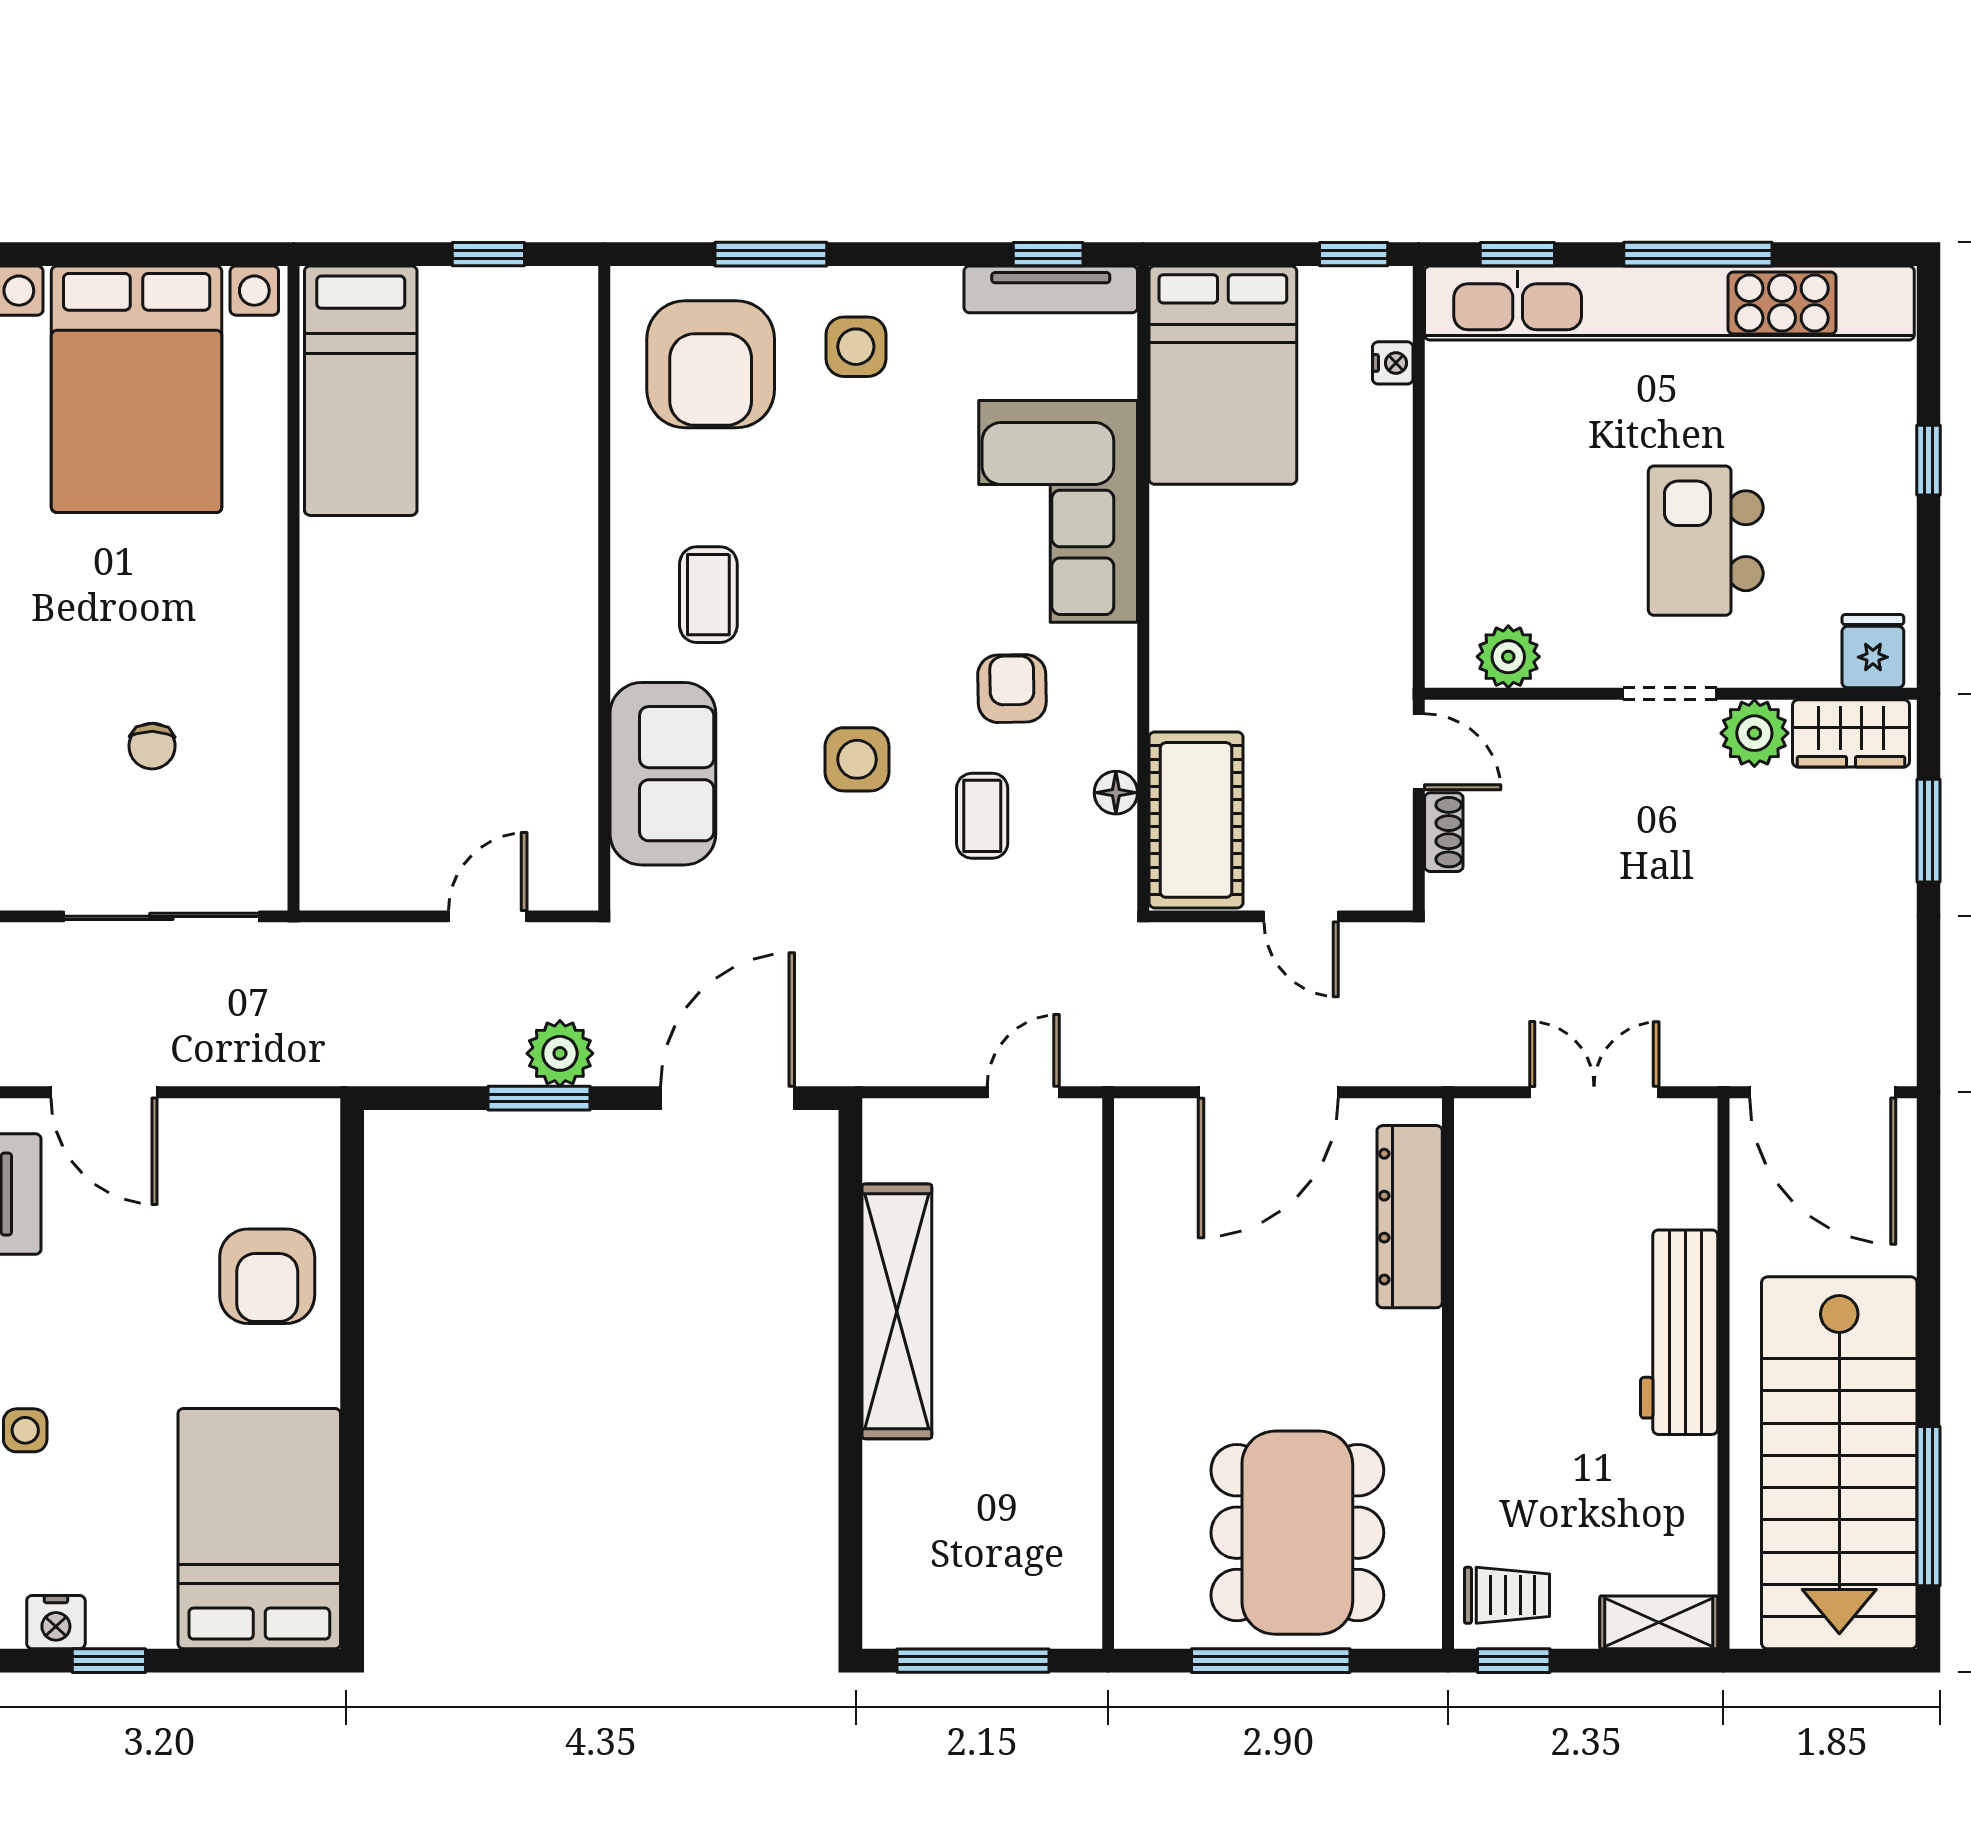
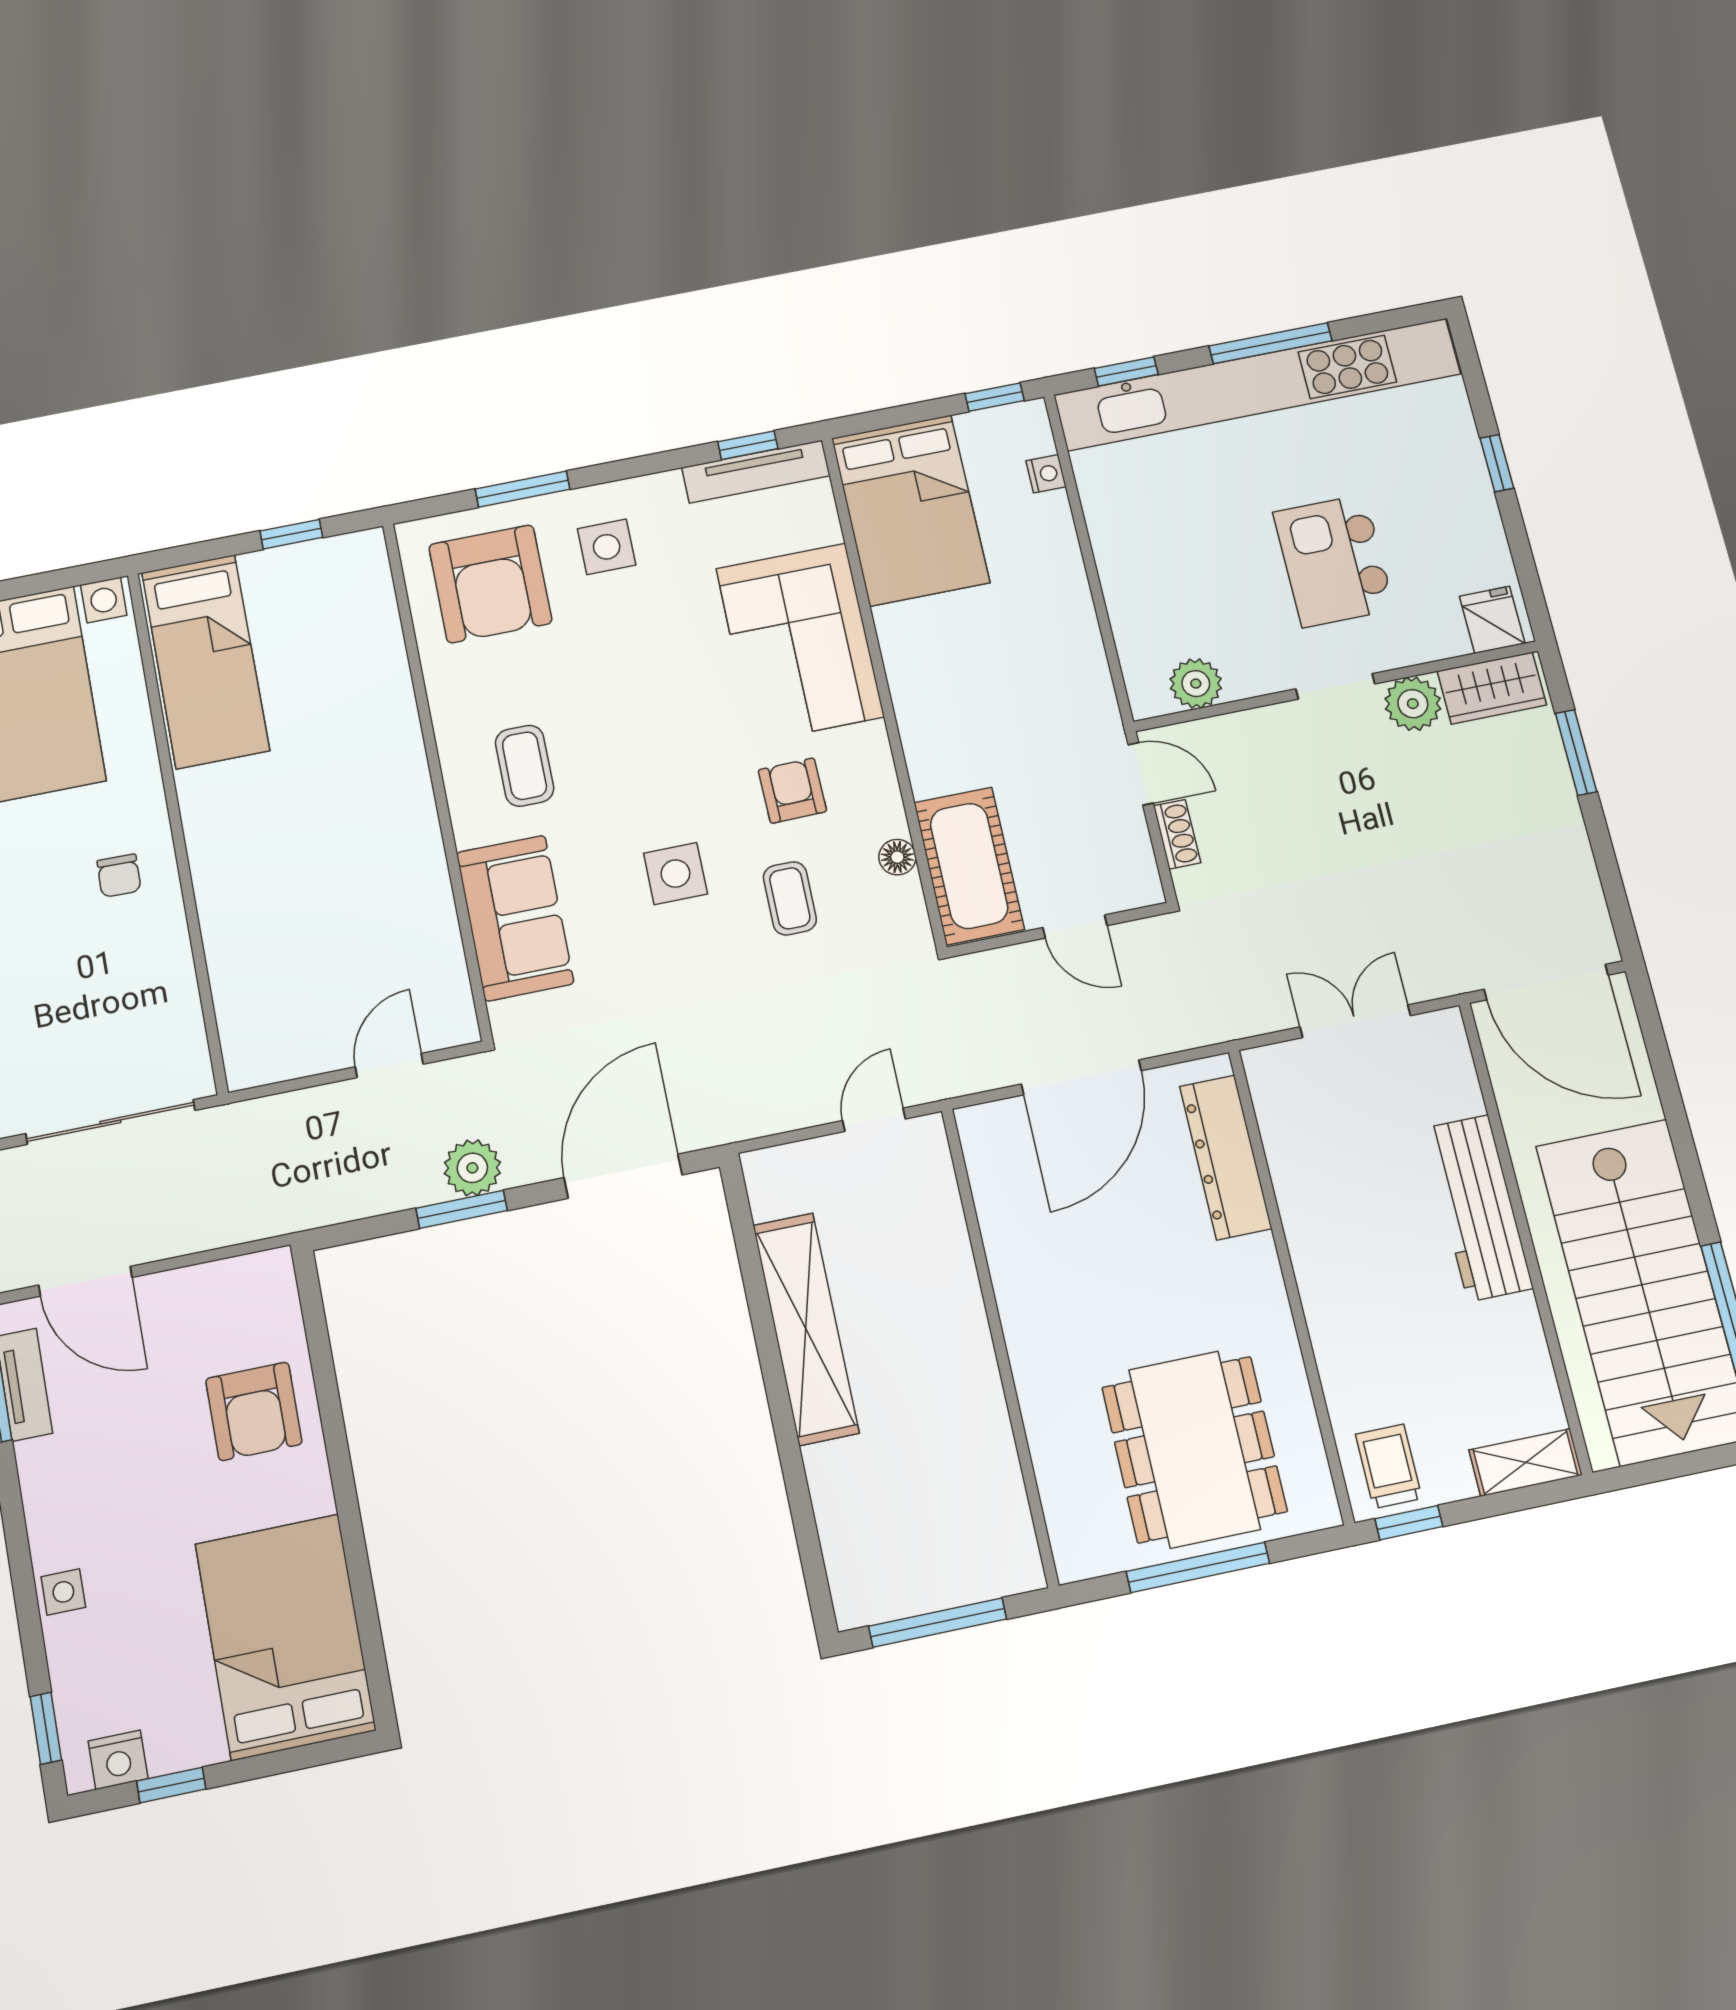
chair: (152, 746) -> (119, 876), moved
trolley: (1507, 1595) -> (1389, 1466), turned -90

